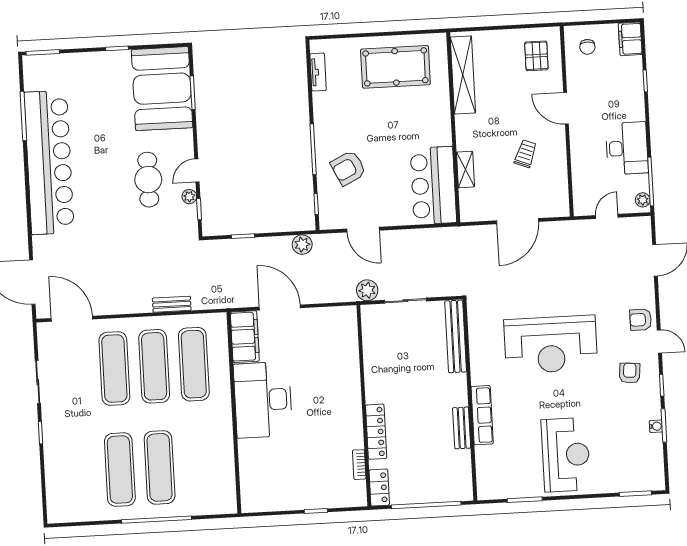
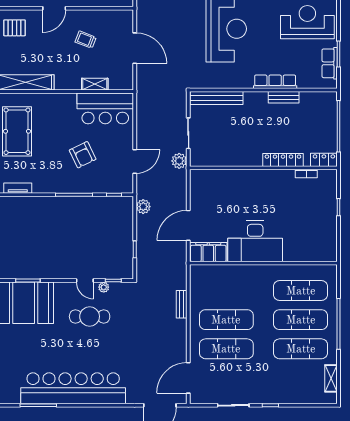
armchair: (348, 168) -> (83, 155), moved
exercise mat: (194, 364) -> (301, 291), moved
row of seats: (511, 488) -> (330, 63), added
shelving: (82, 513) -> (331, 378), added

